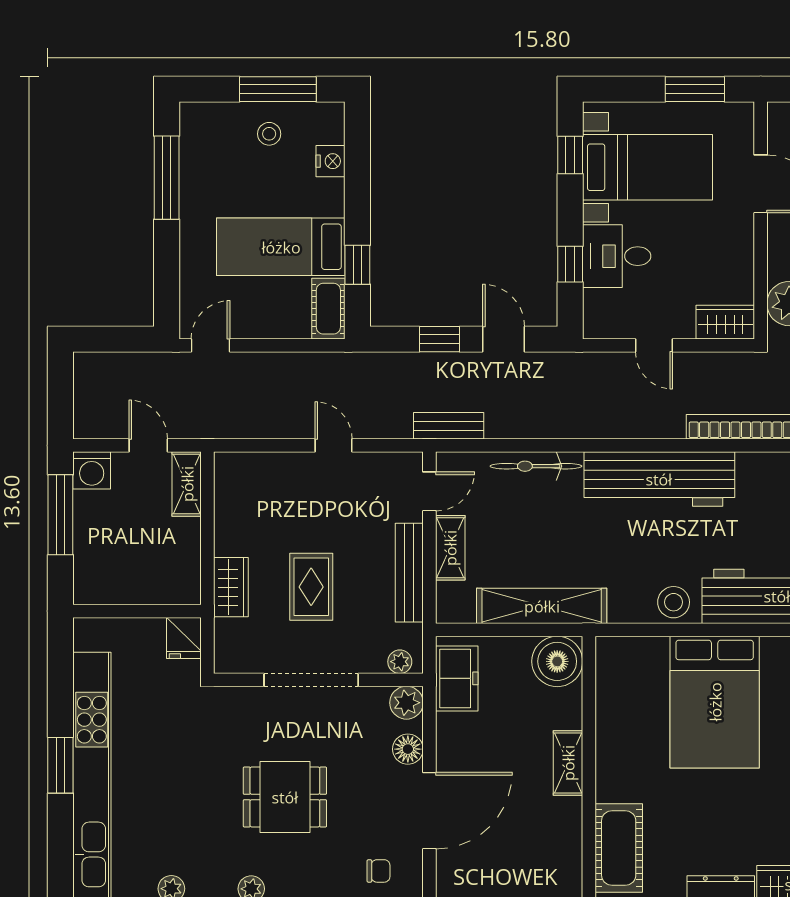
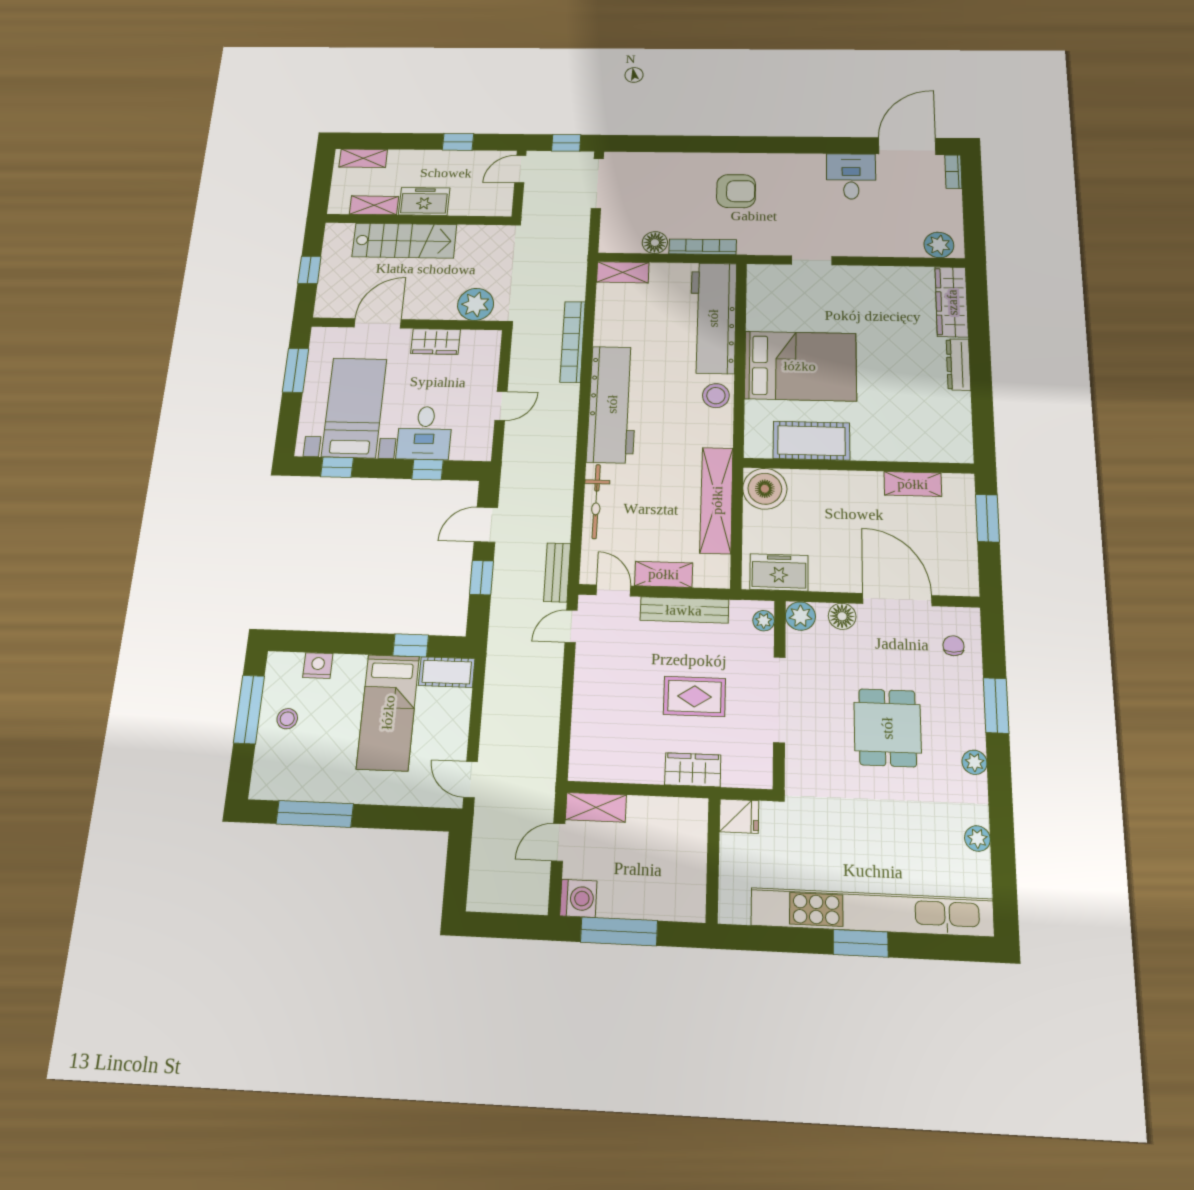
wardrobe: (725, 322) -> (435, 341), moved, turned -90
door: (334, 445) -> (571, 626), moved
shelving: (568, 763) -> (913, 484), moved
cot: (619, 848) -> (811, 441), moved

